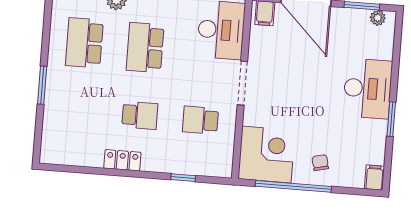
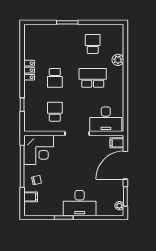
school desk: (84, 43) -> (93, 44), width x0.54
filing cabinet: (374, 178) -> (31, 197), moved

